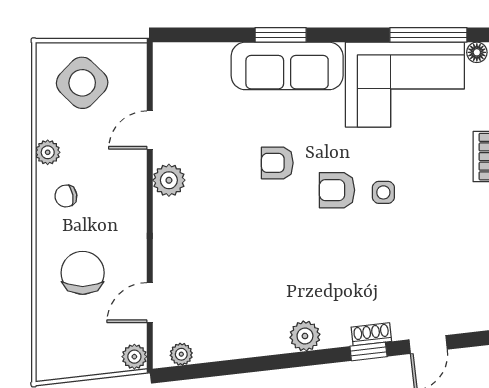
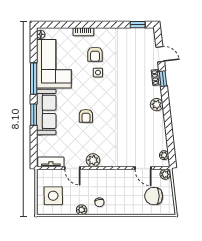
window: (428, 35) -> (34, 79), moved
tv unit: (165, 77) -> (51, 162), added
side table: (82, 83) -> (53, 196), turned 45
armchair: (337, 190) -> (95, 54), moved
chair: (83, 273) -> (154, 196), moved

